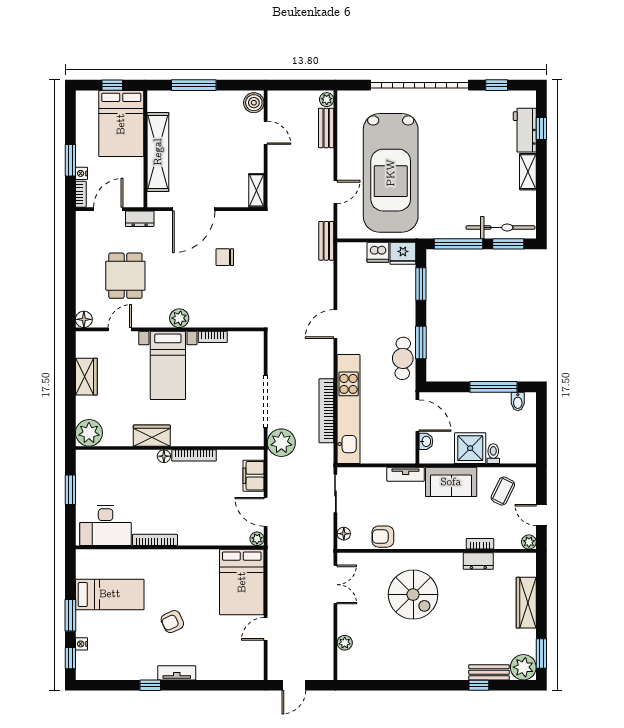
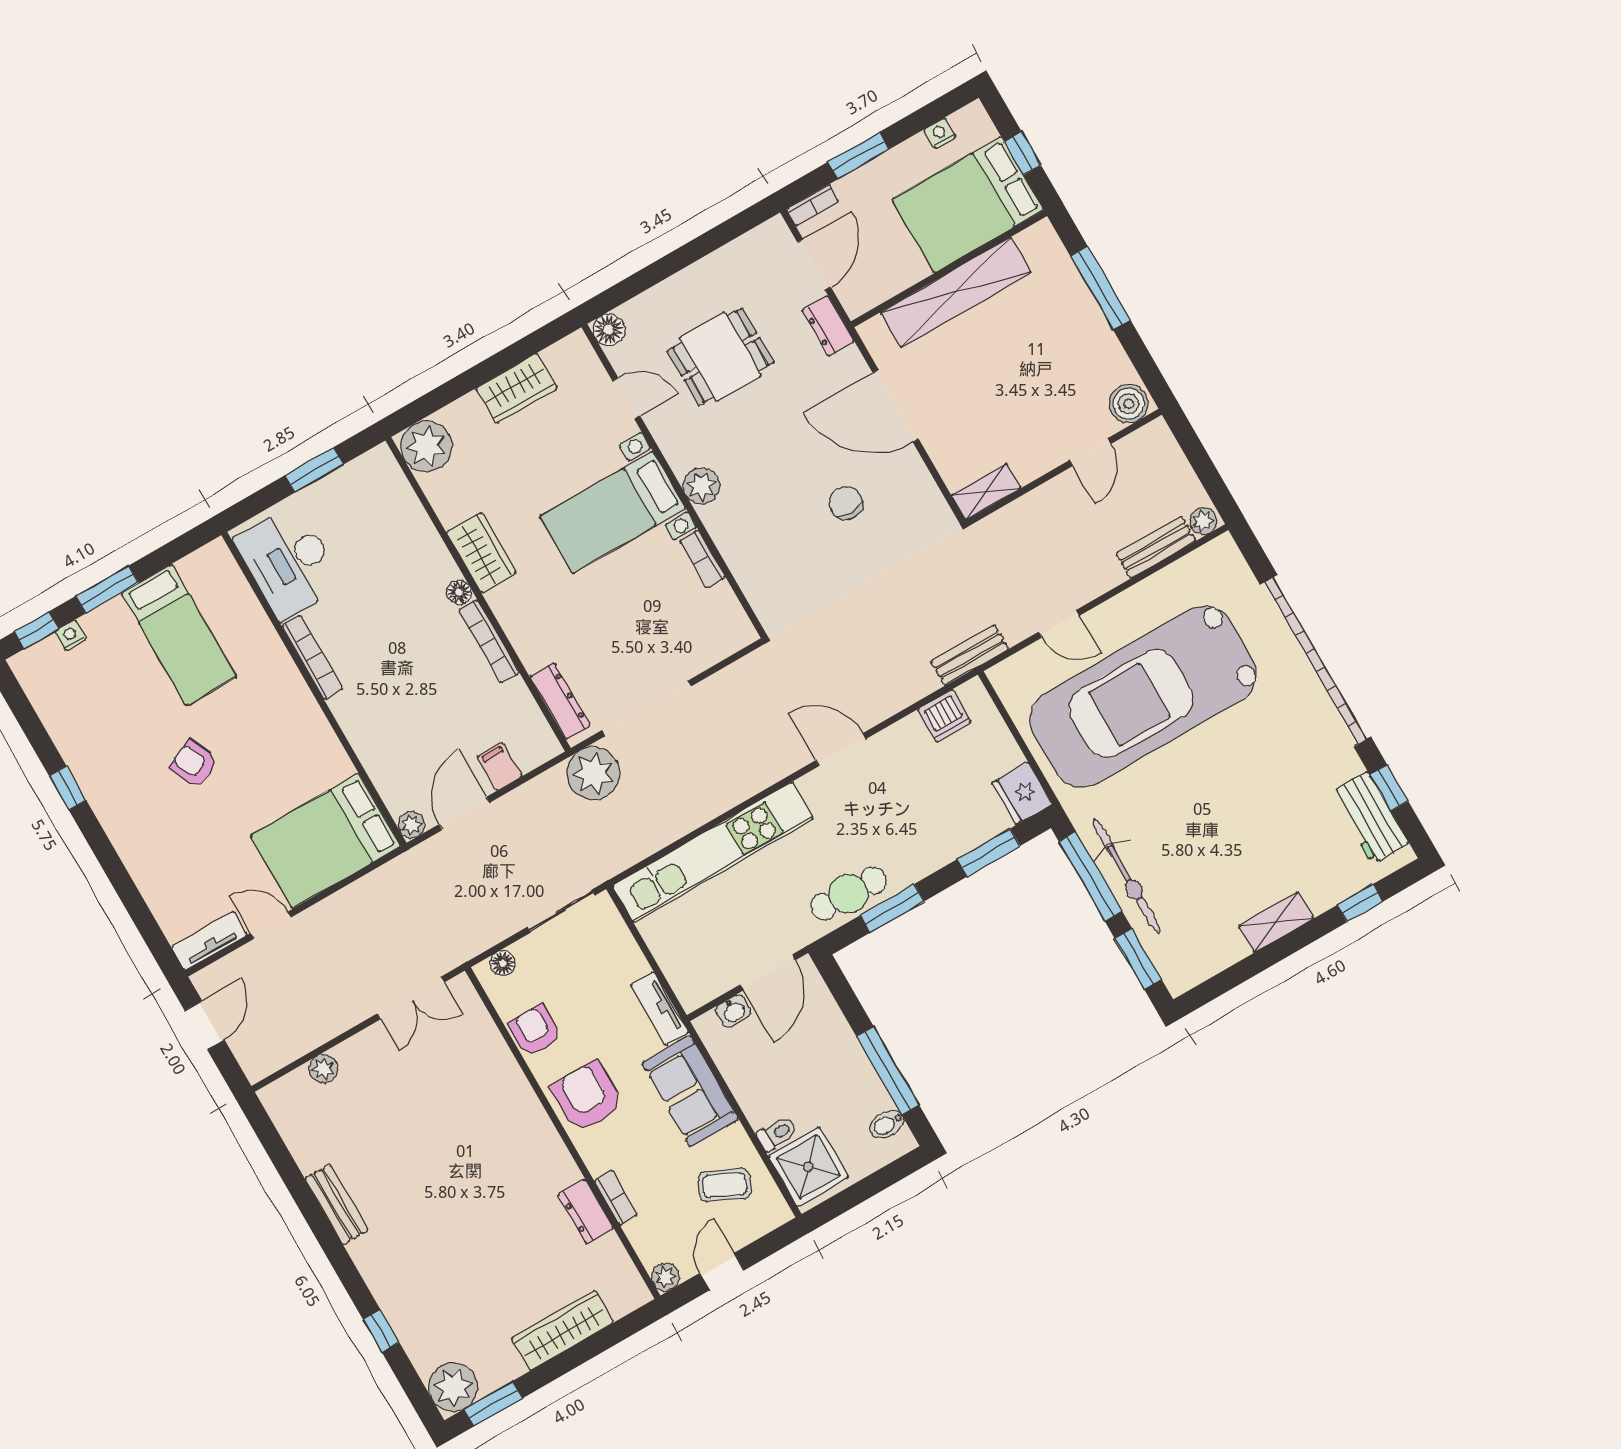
workbench: (525, 130) -> (1370, 818), moved, turned -90
nightstand: (82, 173) -> (940, 133), moved
door: (108, 209) -> (814, 265), hinge flipped
bicycle: (500, 228) -> (1126, 876), moved
dishwasher: (378, 252) -> (945, 716), moved, turned -90
bookcase: (326, 411) -> (689, 817), removed
dresser: (240, 439) -> (560, 701), added
shower: (470, 448) -> (808, 1167), moved
filing cabinet: (254, 476) -> (499, 766), width x0.50
armchair: (426, 530) -> (587, 1096), added
spiral stairs: (413, 595) -> (468, 1136), removed
bench: (489, 672) -> (337, 1204), moved
tv unit: (177, 673) -> (209, 941), moved, turned -90
door: (294, 685) -> (205, 1025), swing flipped

